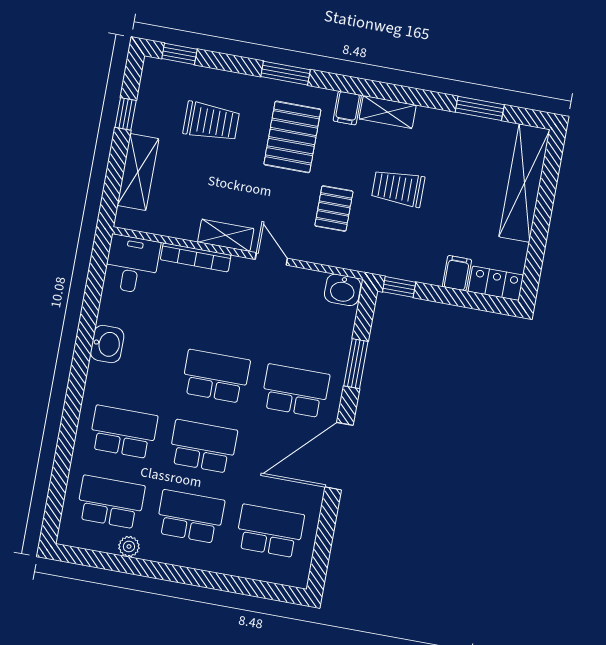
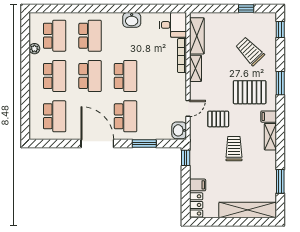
trolley: (211, 122) -> (250, 51), turned 136
shelving: (138, 172) -> (197, 36), moved, turned 90
door: (271, 259) -> (188, 108), moved

